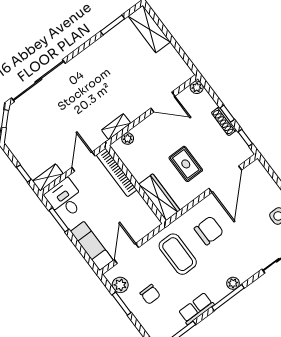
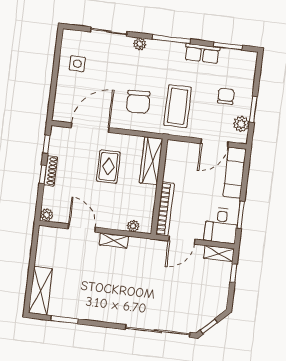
shelving: (116, 127) -> (114, 240), moved
chair: (209, 230) -> (138, 102), turned -92
plant: (233, 283) -> (140, 44), moved

